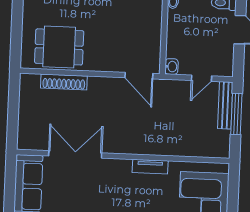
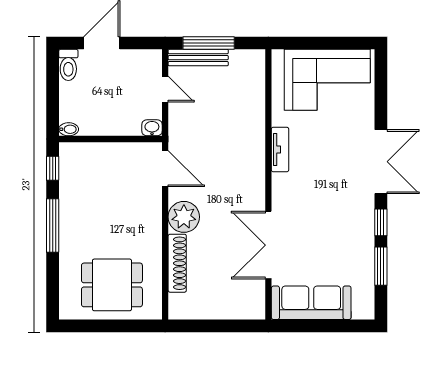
dining table: (59, 47) -> (112, 285), moved, turned 90
door: (139, 76) -> (165, 169), hinge flipped
plant: (100, 89) -> (184, 217), added

